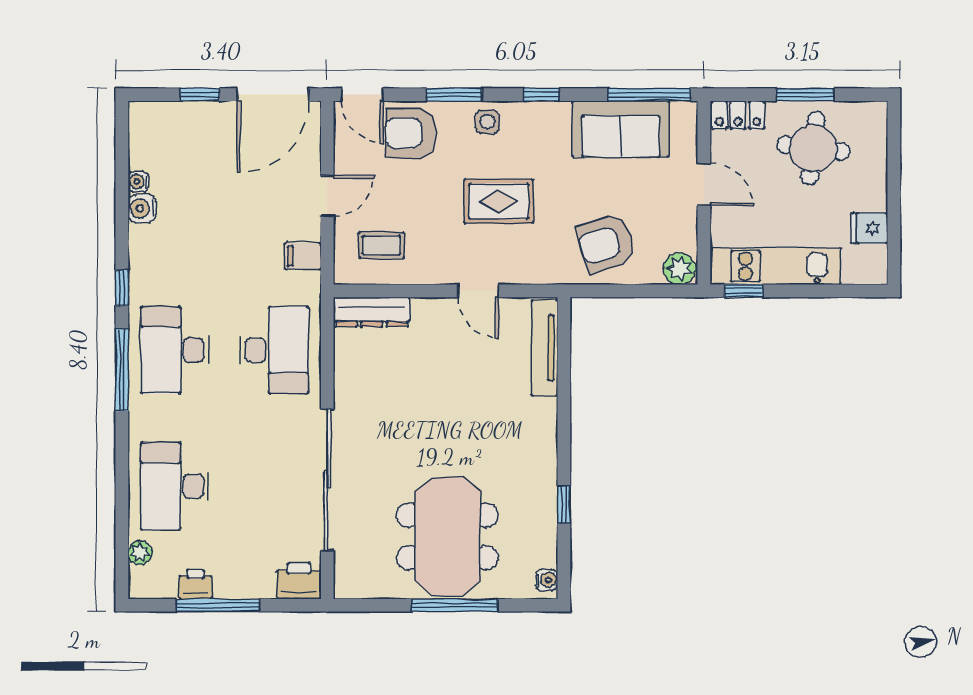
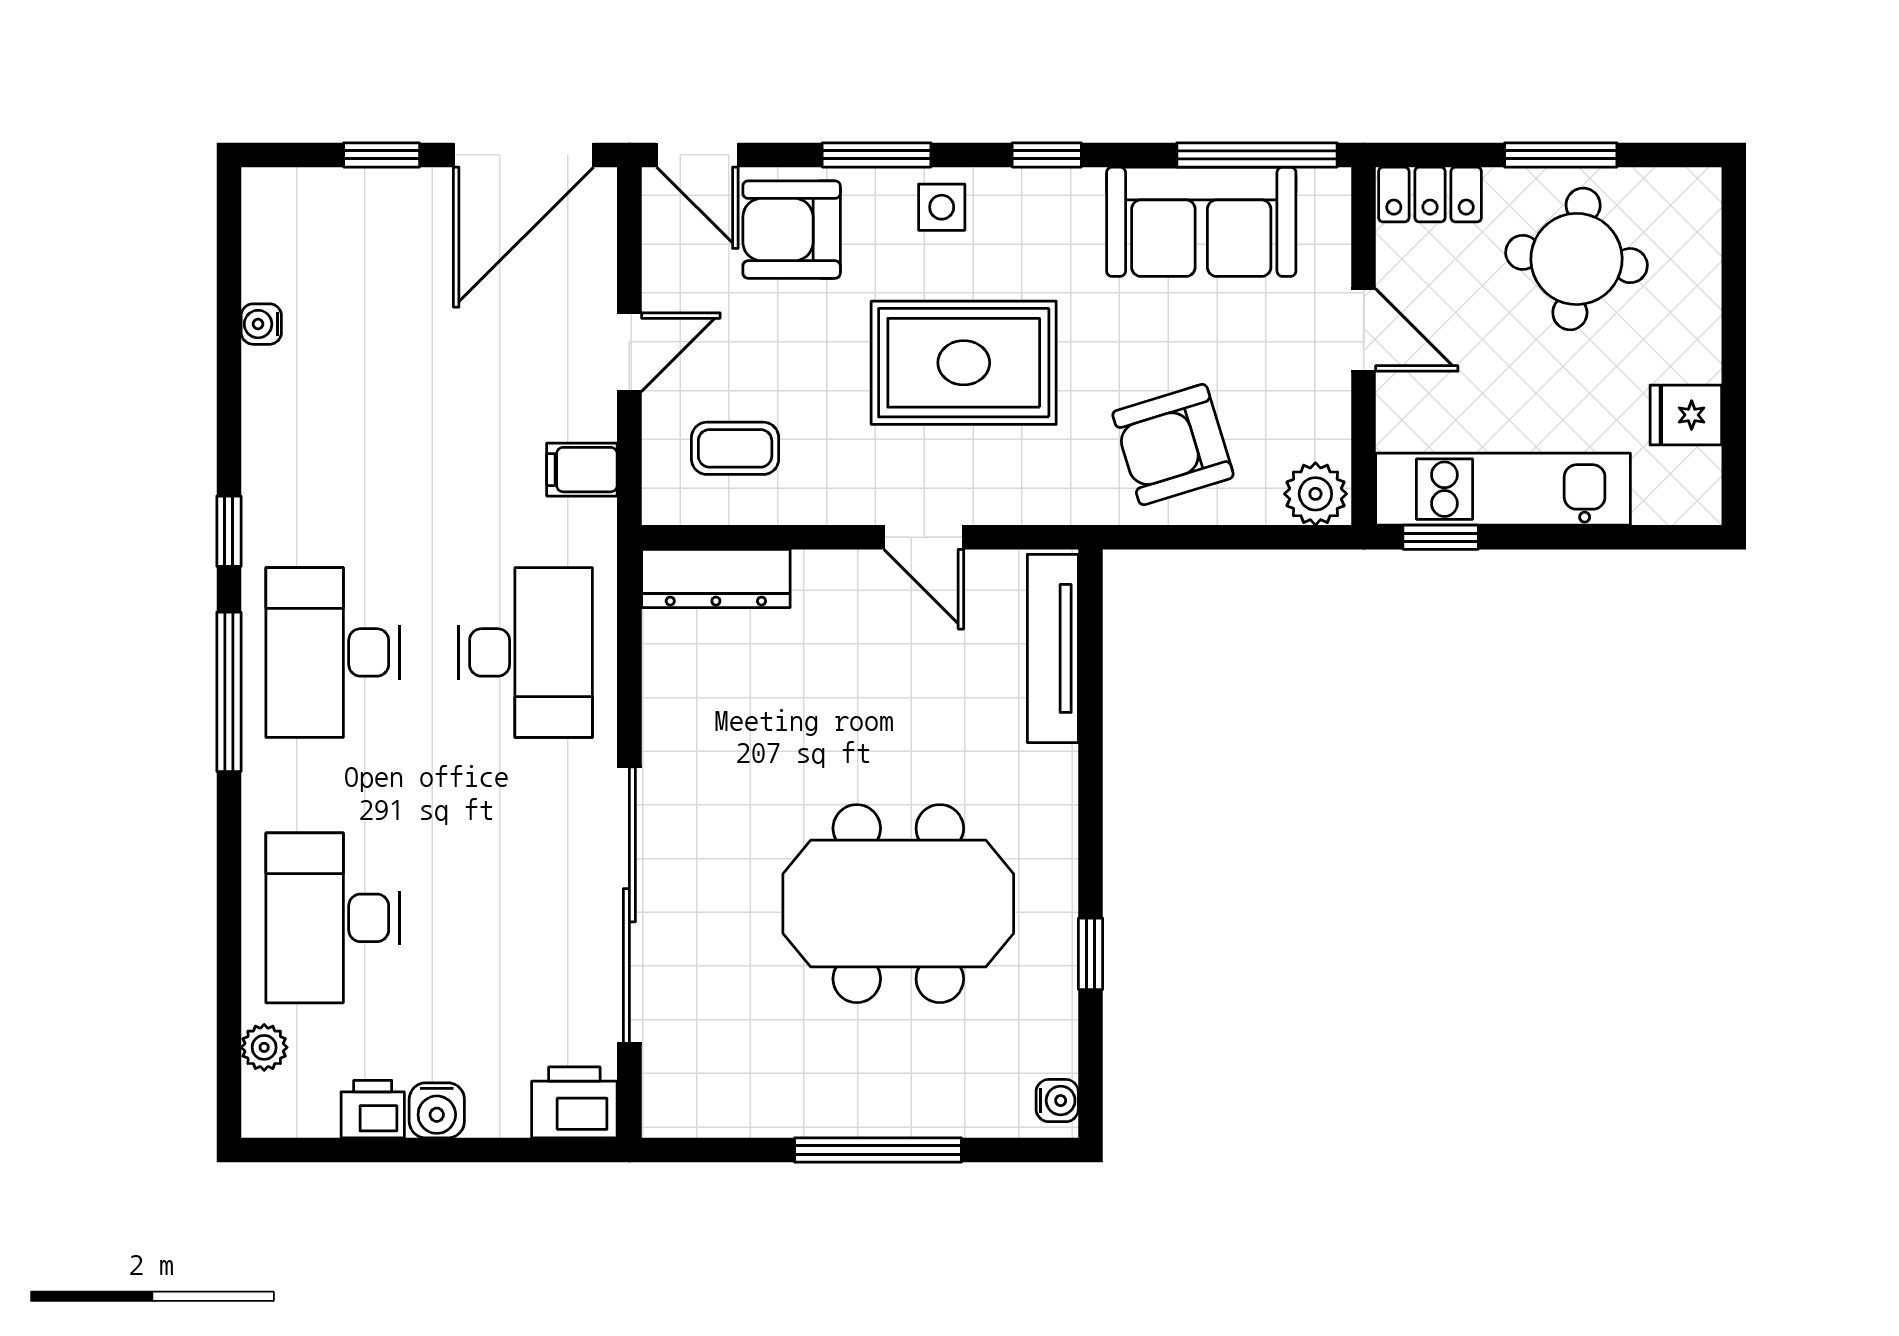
rug: (499, 201) -> (964, 363), width x1.36, depth x1.43
water cooler: (142, 208) -> (437, 1110), moved, turned -90
meeting table: (447, 537) -> (898, 904), moved, turned 90
window: (218, 605) -> (416, 1150), removed

